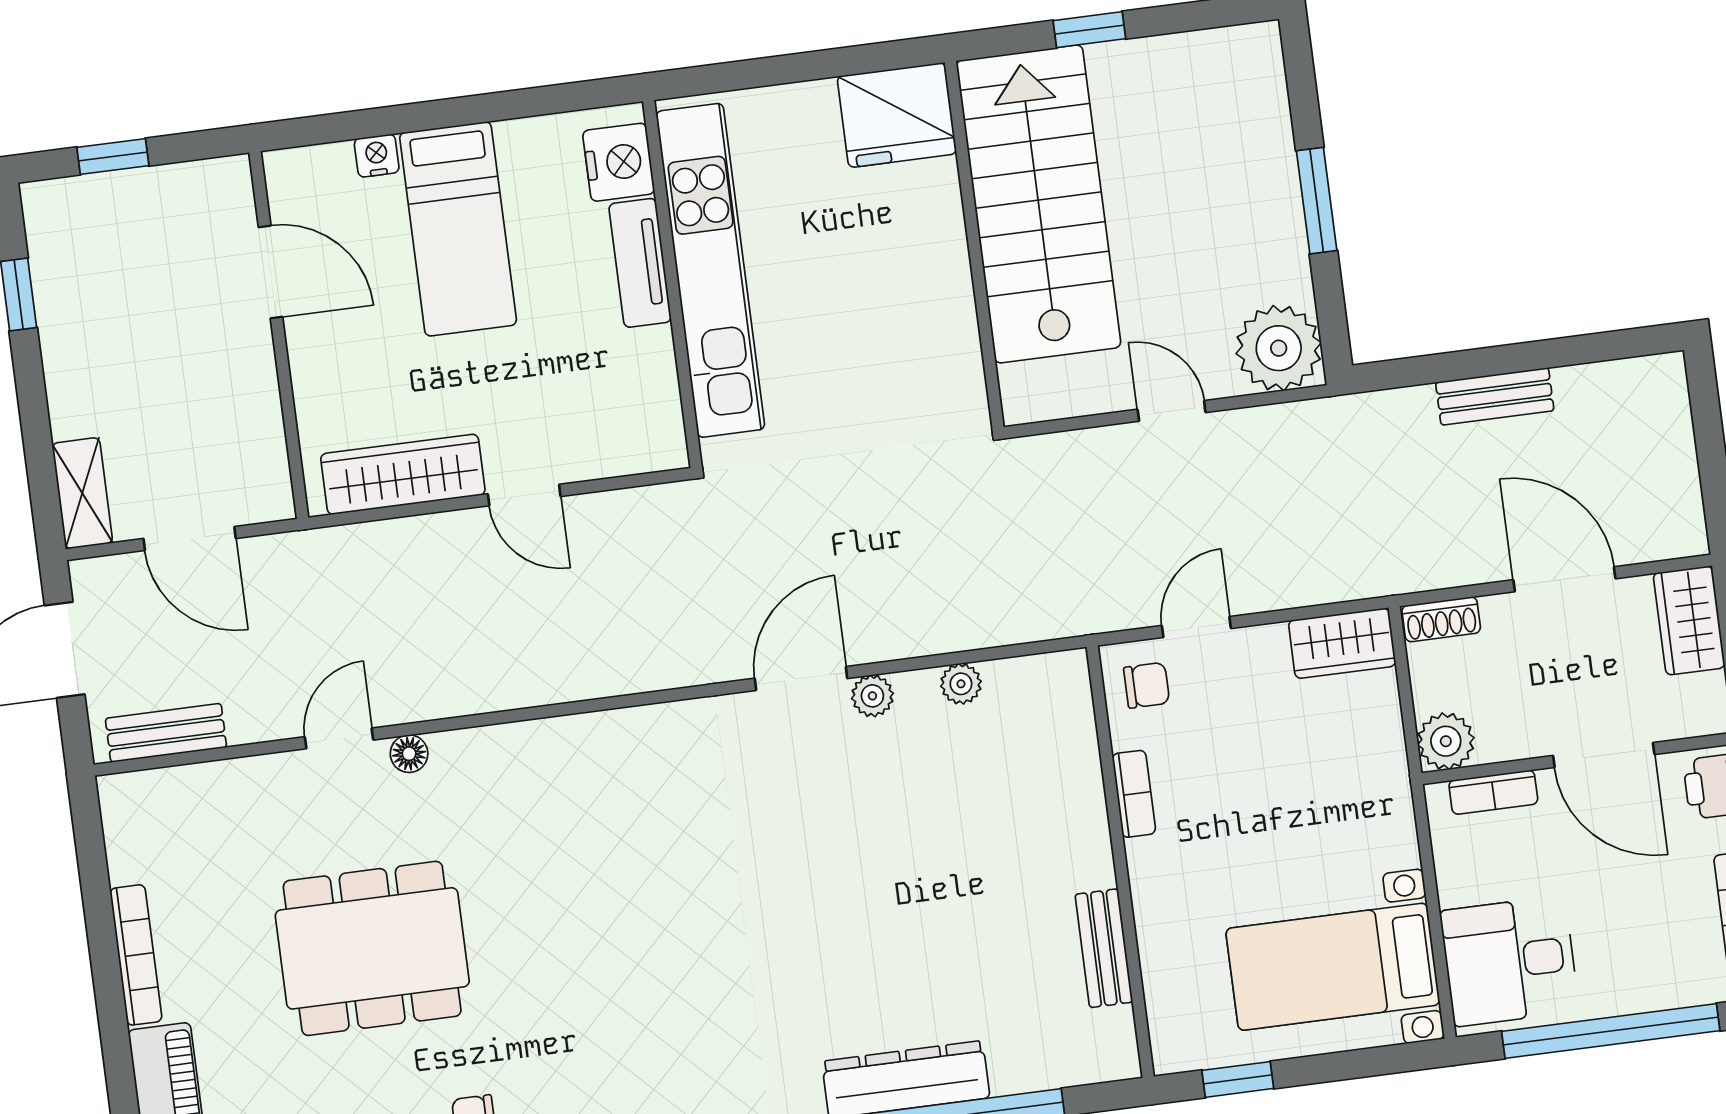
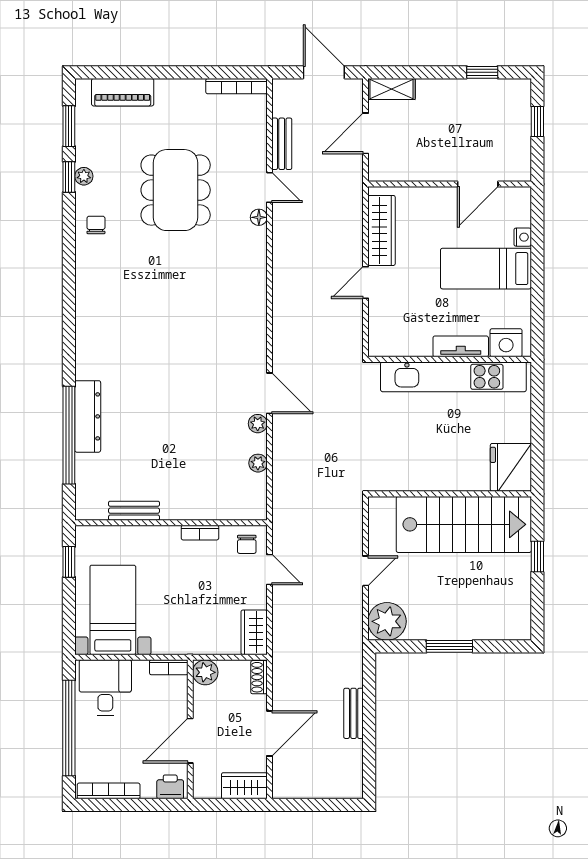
bench: (166, 733) -> (282, 144), moved
bookcase: (1493, 792) -> (169, 667), moved, turned -90
bookcase: (136, 955) -> (236, 86), moved

